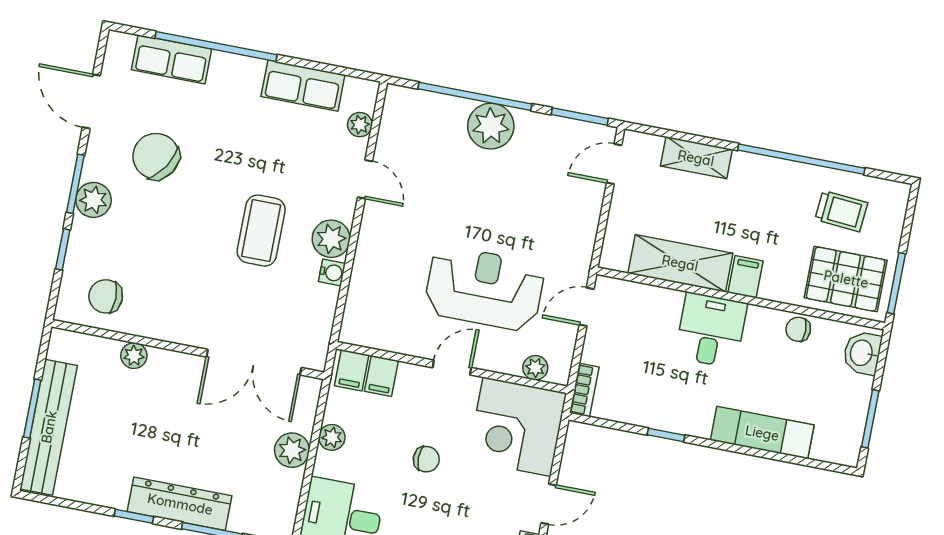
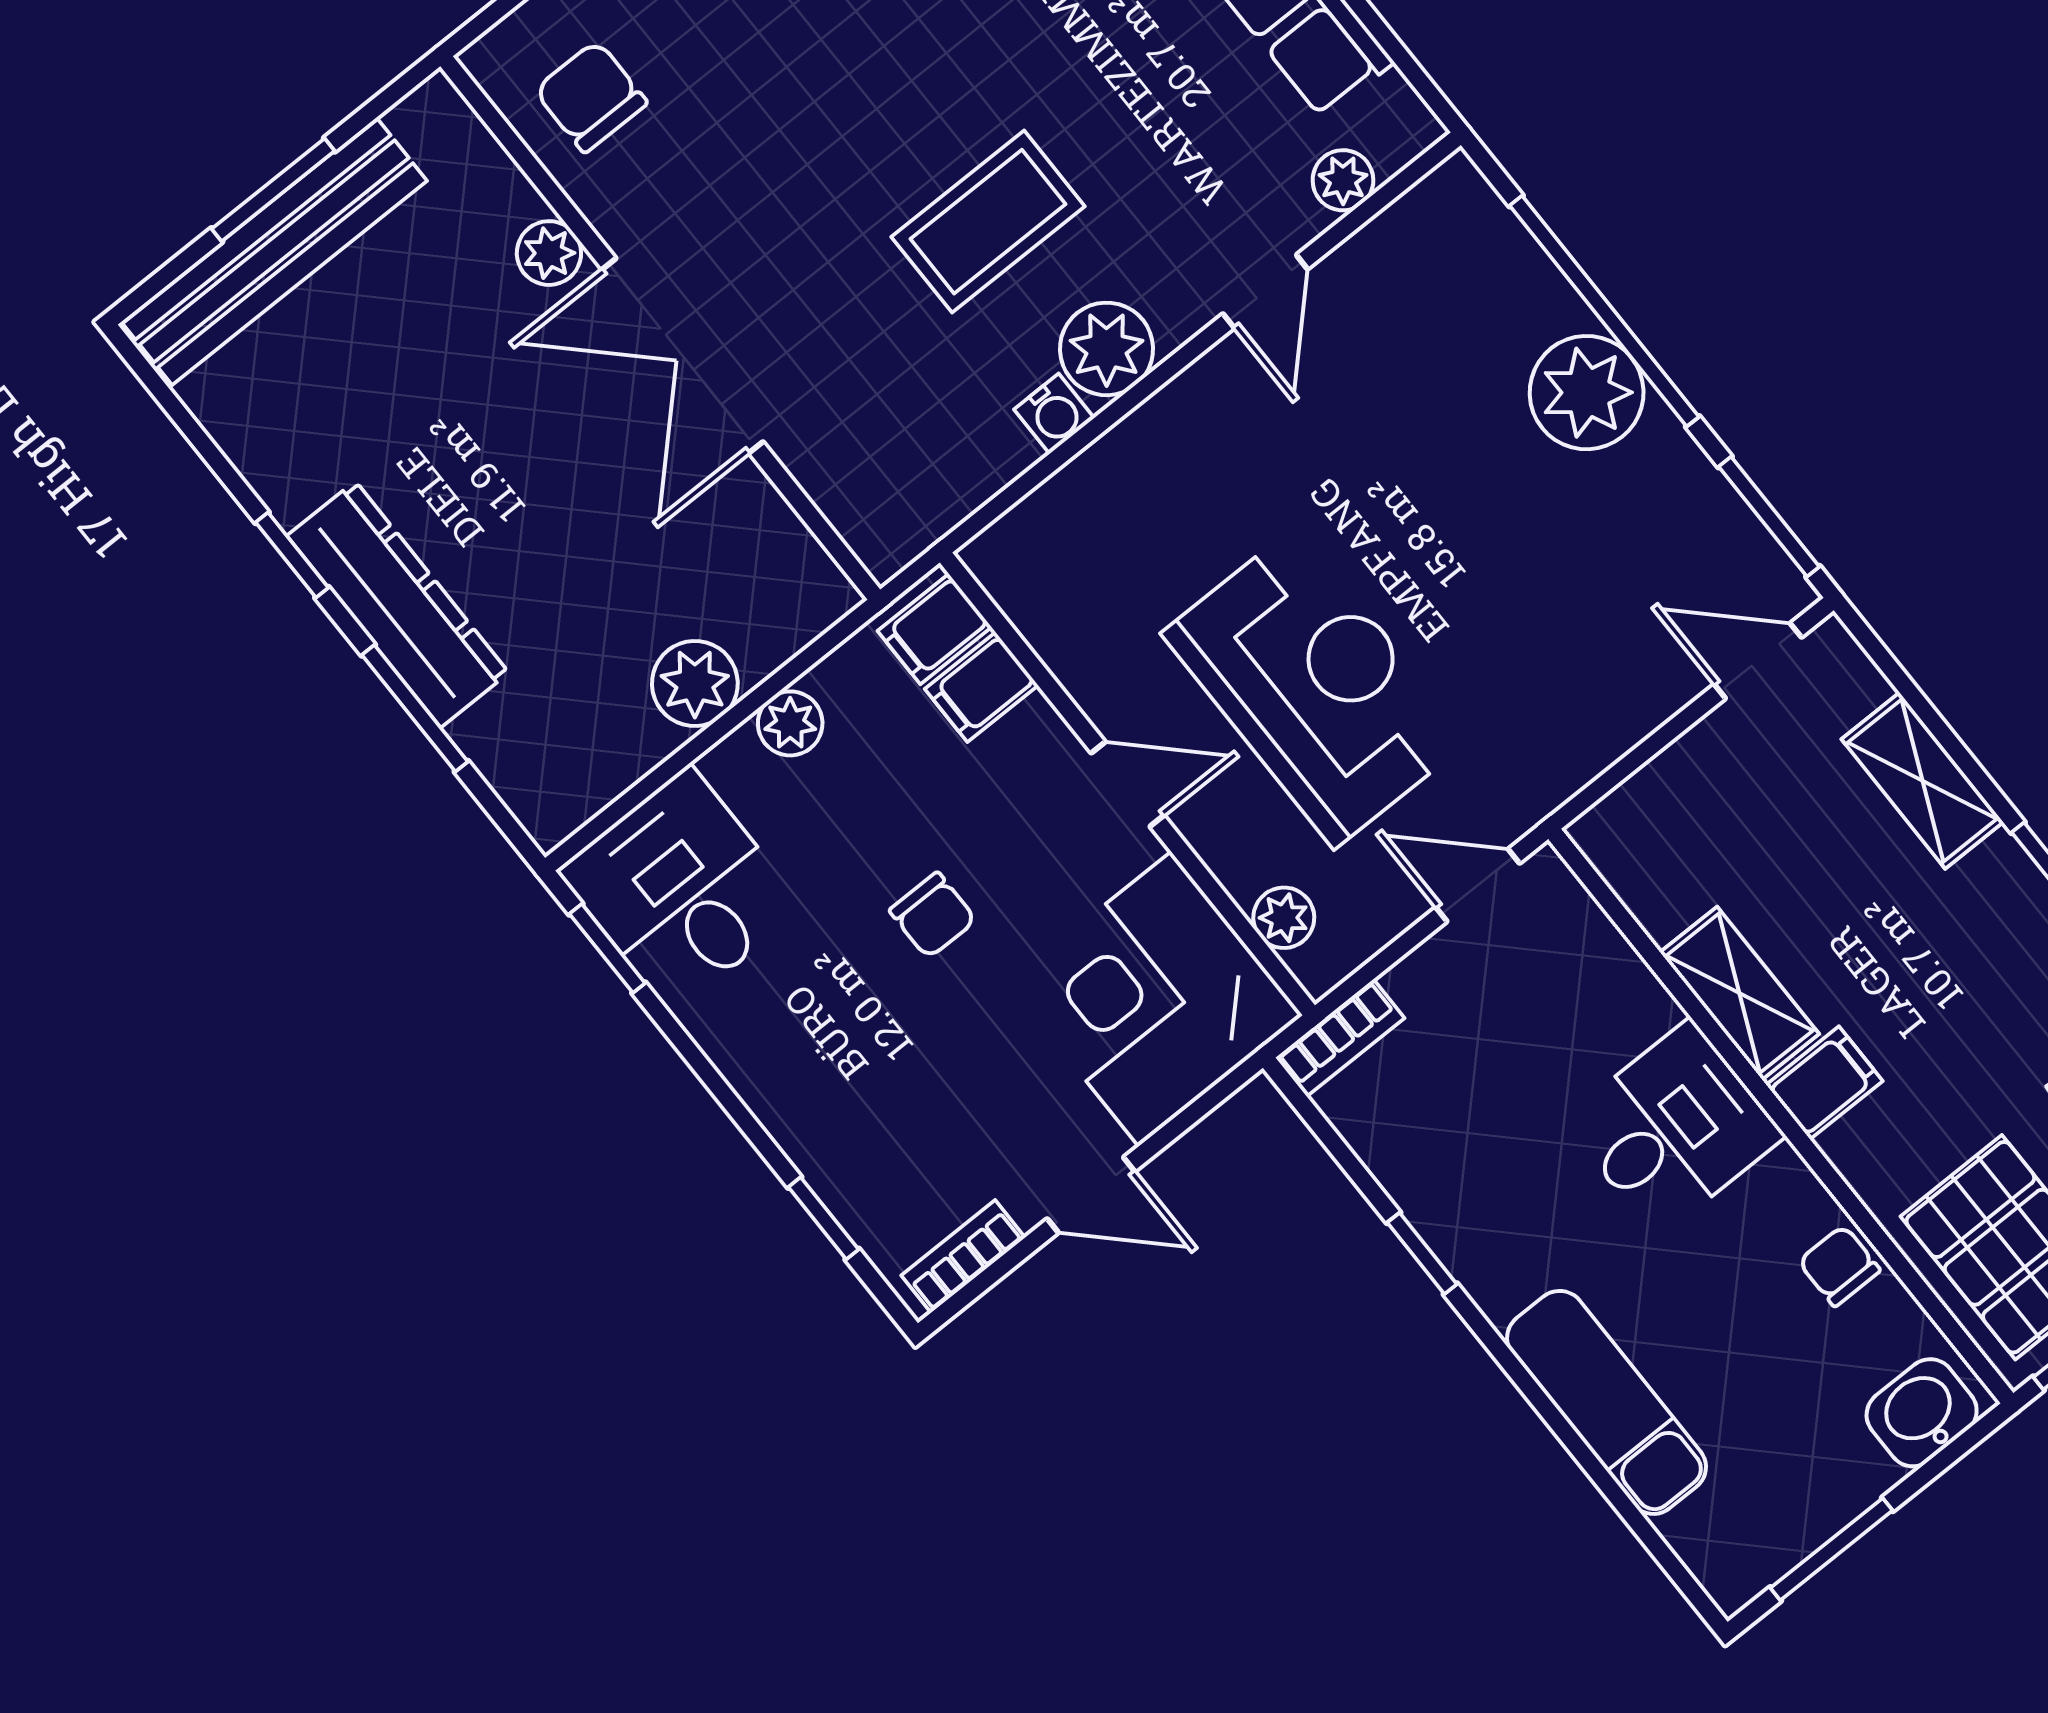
shelving: (680, 263) -> (1739, 993), width x0.67, depth x0.75
double door: (254, 362) -> (682, 356), moved

